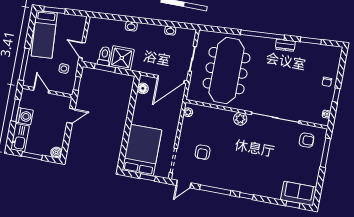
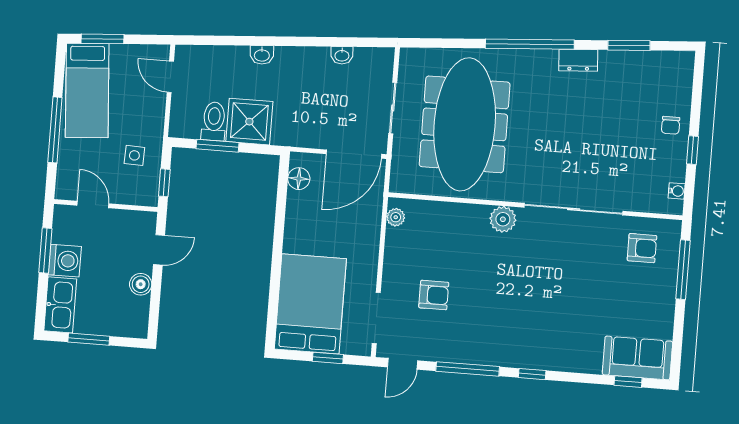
door: (82, 50) -> (170, 77), moved
window: (24, 64) -> (55, 130), moved
boiler: (56, 152) -> (141, 284), moved
armchair: (203, 152) -> (434, 295), turned -90

